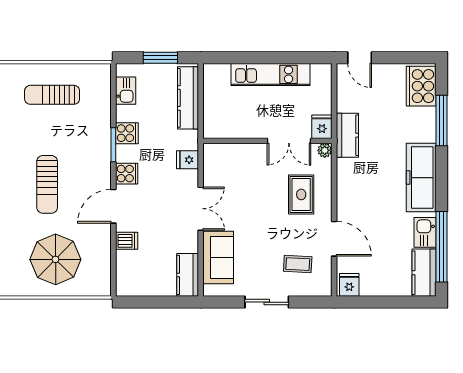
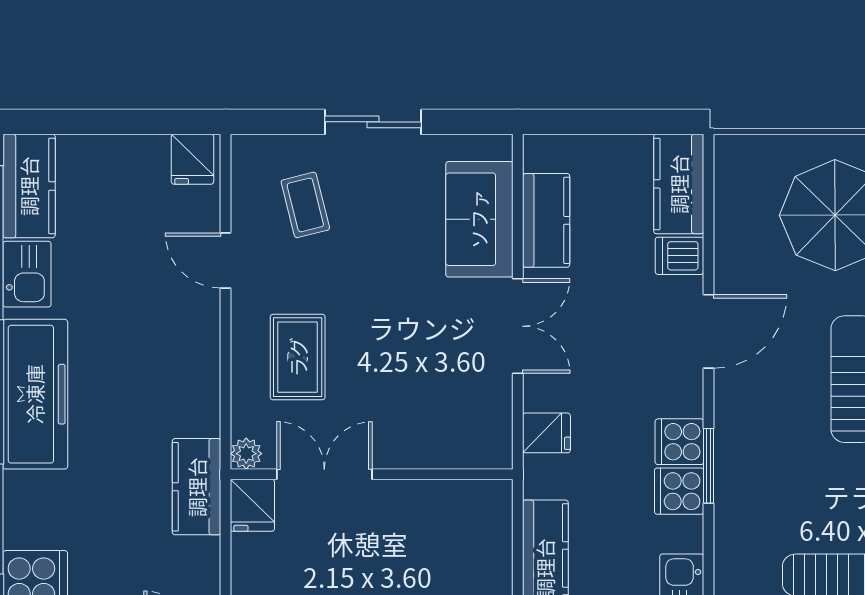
cooker: (127, 174) -> (679, 442), moved
double door: (201, 209) -> (518, 326), swing flipped
door: (334, 239) -> (226, 260), width x0.73
coffee table: (298, 264) -> (305, 205), turned 73
kitchen counter: (127, 274) -> (679, 184), added
kitchen counter: (188, 275) -> (546, 220), moved

